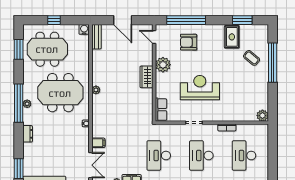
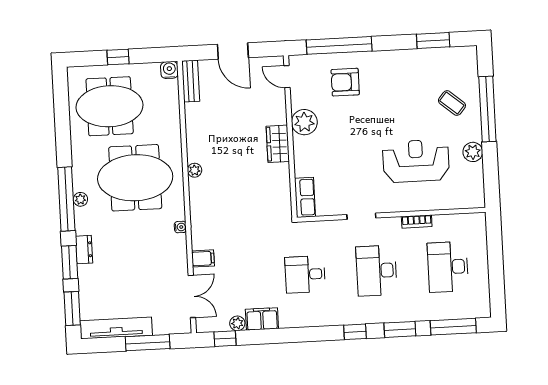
rug: (232, 37) -> (417, 70), removed
window: (19, 49) -> (70, 262), moved
reception desk: (200, 88) -> (416, 161), moved
plant: (262, 116) -> (473, 152), moved
desk: (159, 156) -> (305, 274), width x0.73

